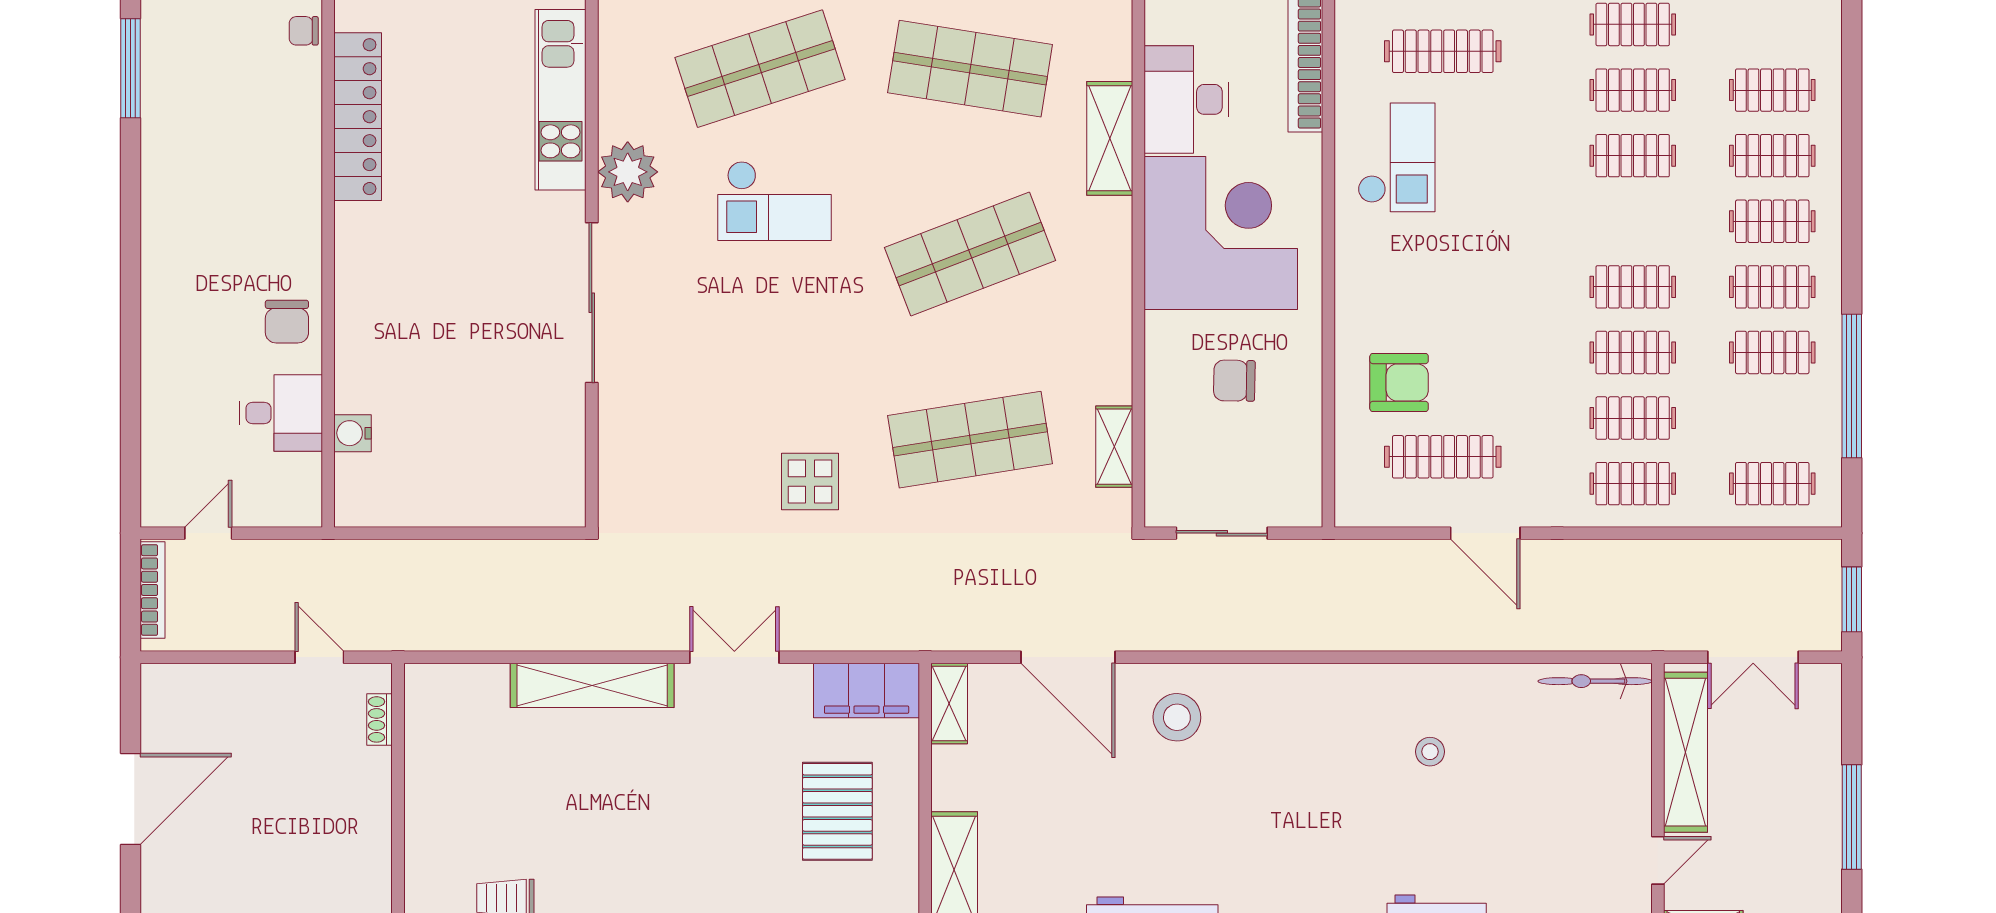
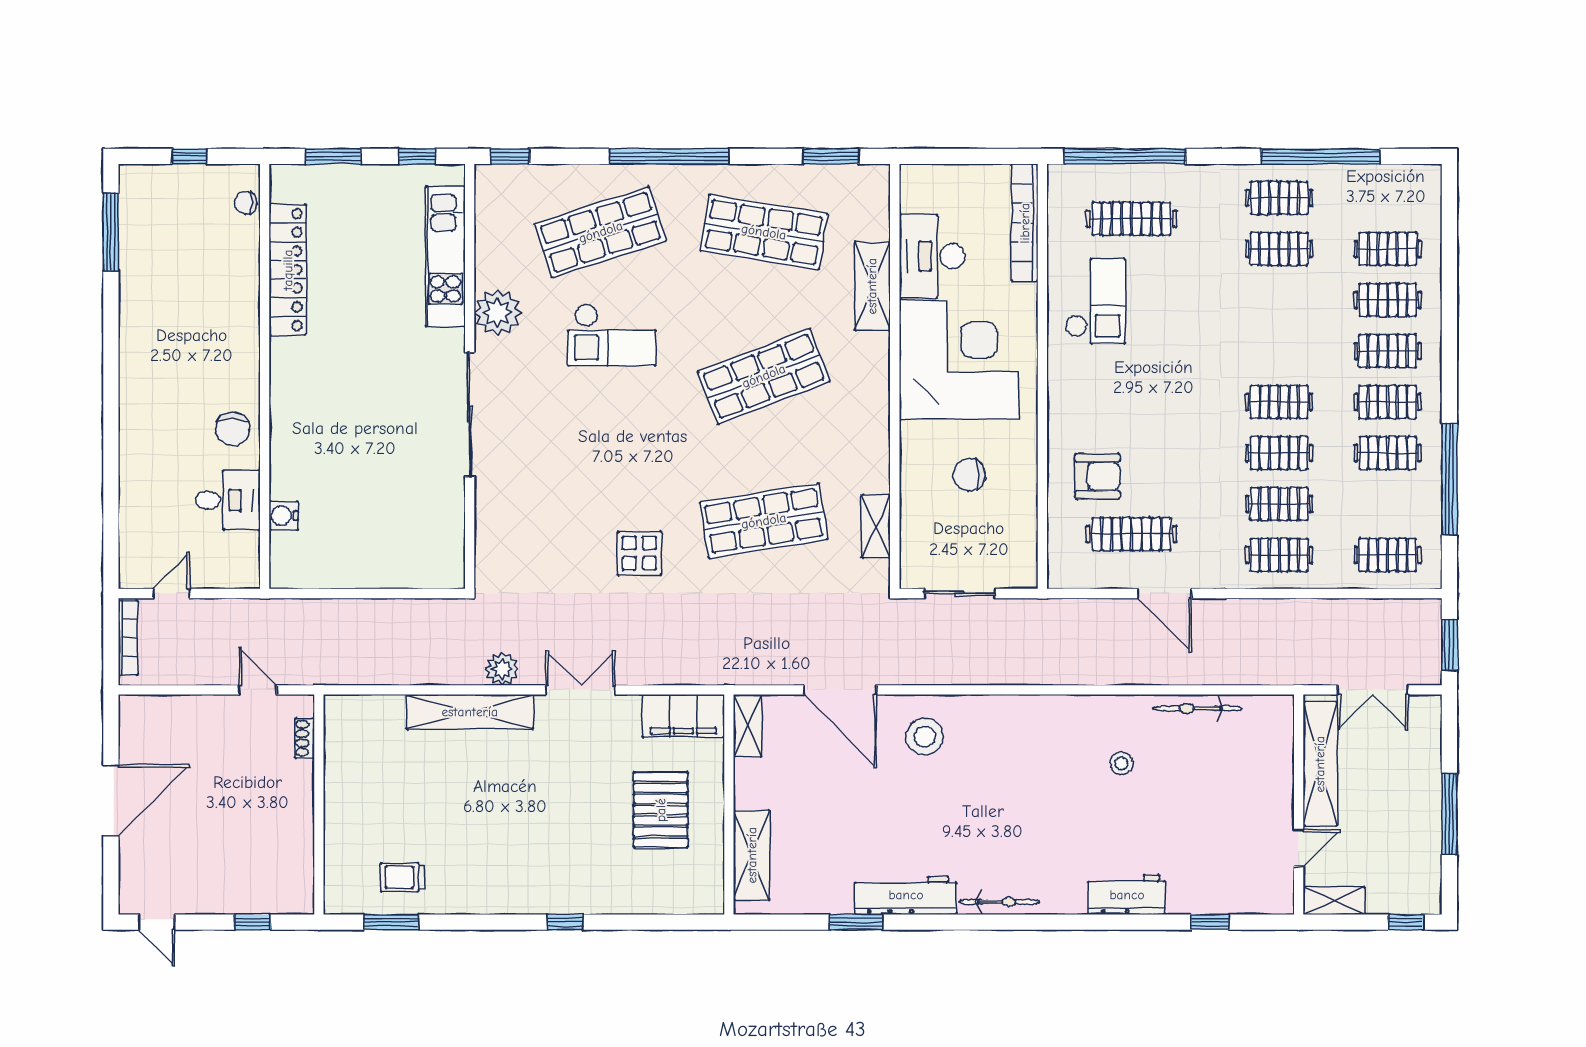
clothes rail: (1633, 156) -> (1279, 300), removed
plant: (633, 630) -> (502, 669), added
bicycle: (1595, 681) -> (1197, 709), moved

